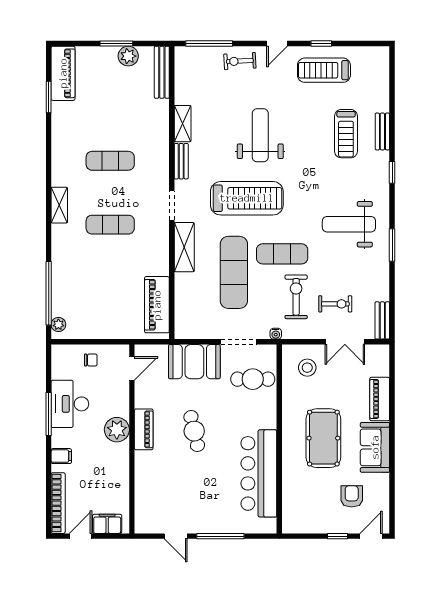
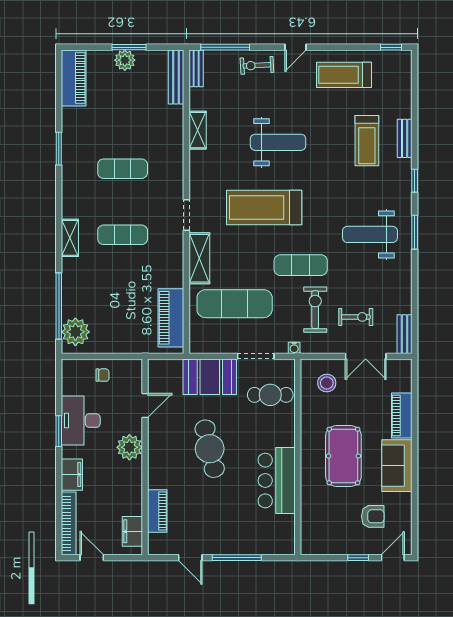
window: (321, 43) -> (391, 47), moved
plant: (128, 56) -> (125, 60), moved
window: (49, 97) -> (59, 149), moved
weight bench: (260, 135) -> (278, 142), turned 90
bench: (181, 161) -> (196, 68), moved
treadmill: (247, 198) -> (264, 208), turned 180
shelving: (59, 205) -> (70, 238), moved
window: (392, 245) -> (415, 232), moved
exercise mat: (234, 272) -> (235, 304), moved, turned 90
plant: (58, 325) -> (75, 332), width x1.88, depth x1.88
door: (132, 368) -> (145, 406), moved
window: (49, 414) -> (59, 431), width x0.69
piano: (144, 429) -> (157, 511), moved
cafe table: (194, 431) -> (210, 449), width x1.37, depth x1.35
filing cabinet: (61, 456) -> (72, 475), width x2.00
bar counter: (259, 473) -> (277, 481), width x0.73
armchair: (352, 496) -> (373, 516), turned 90
filing cabinet: (107, 524) -> (132, 531), moved, turned -90
door: (80, 536) -> (92, 558), hinge flipped

